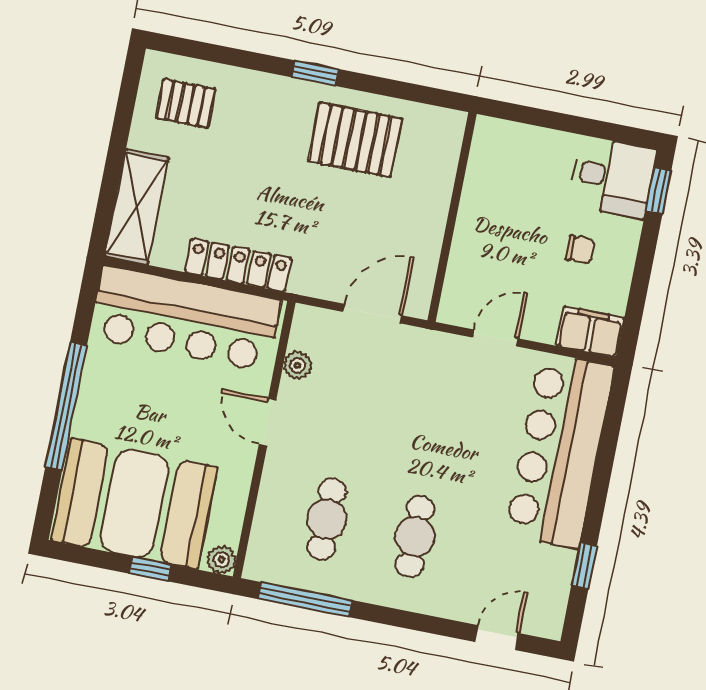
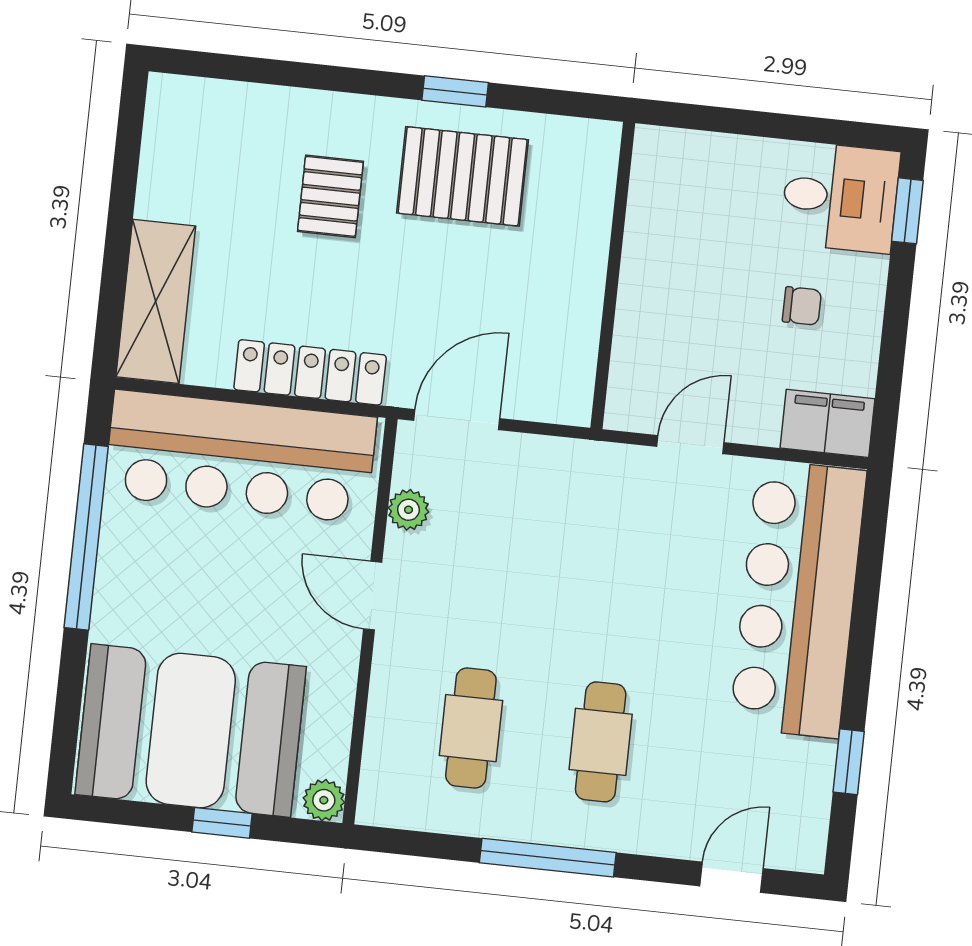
window: (315, 73) -> (455, 91), moved
pallet: (186, 103) -> (330, 196), moved, turned 90
door: (372, 314) -> (457, 420), moved
window: (66, 406) -> (86, 537), moved
window: (305, 600) -> (548, 858), moved

